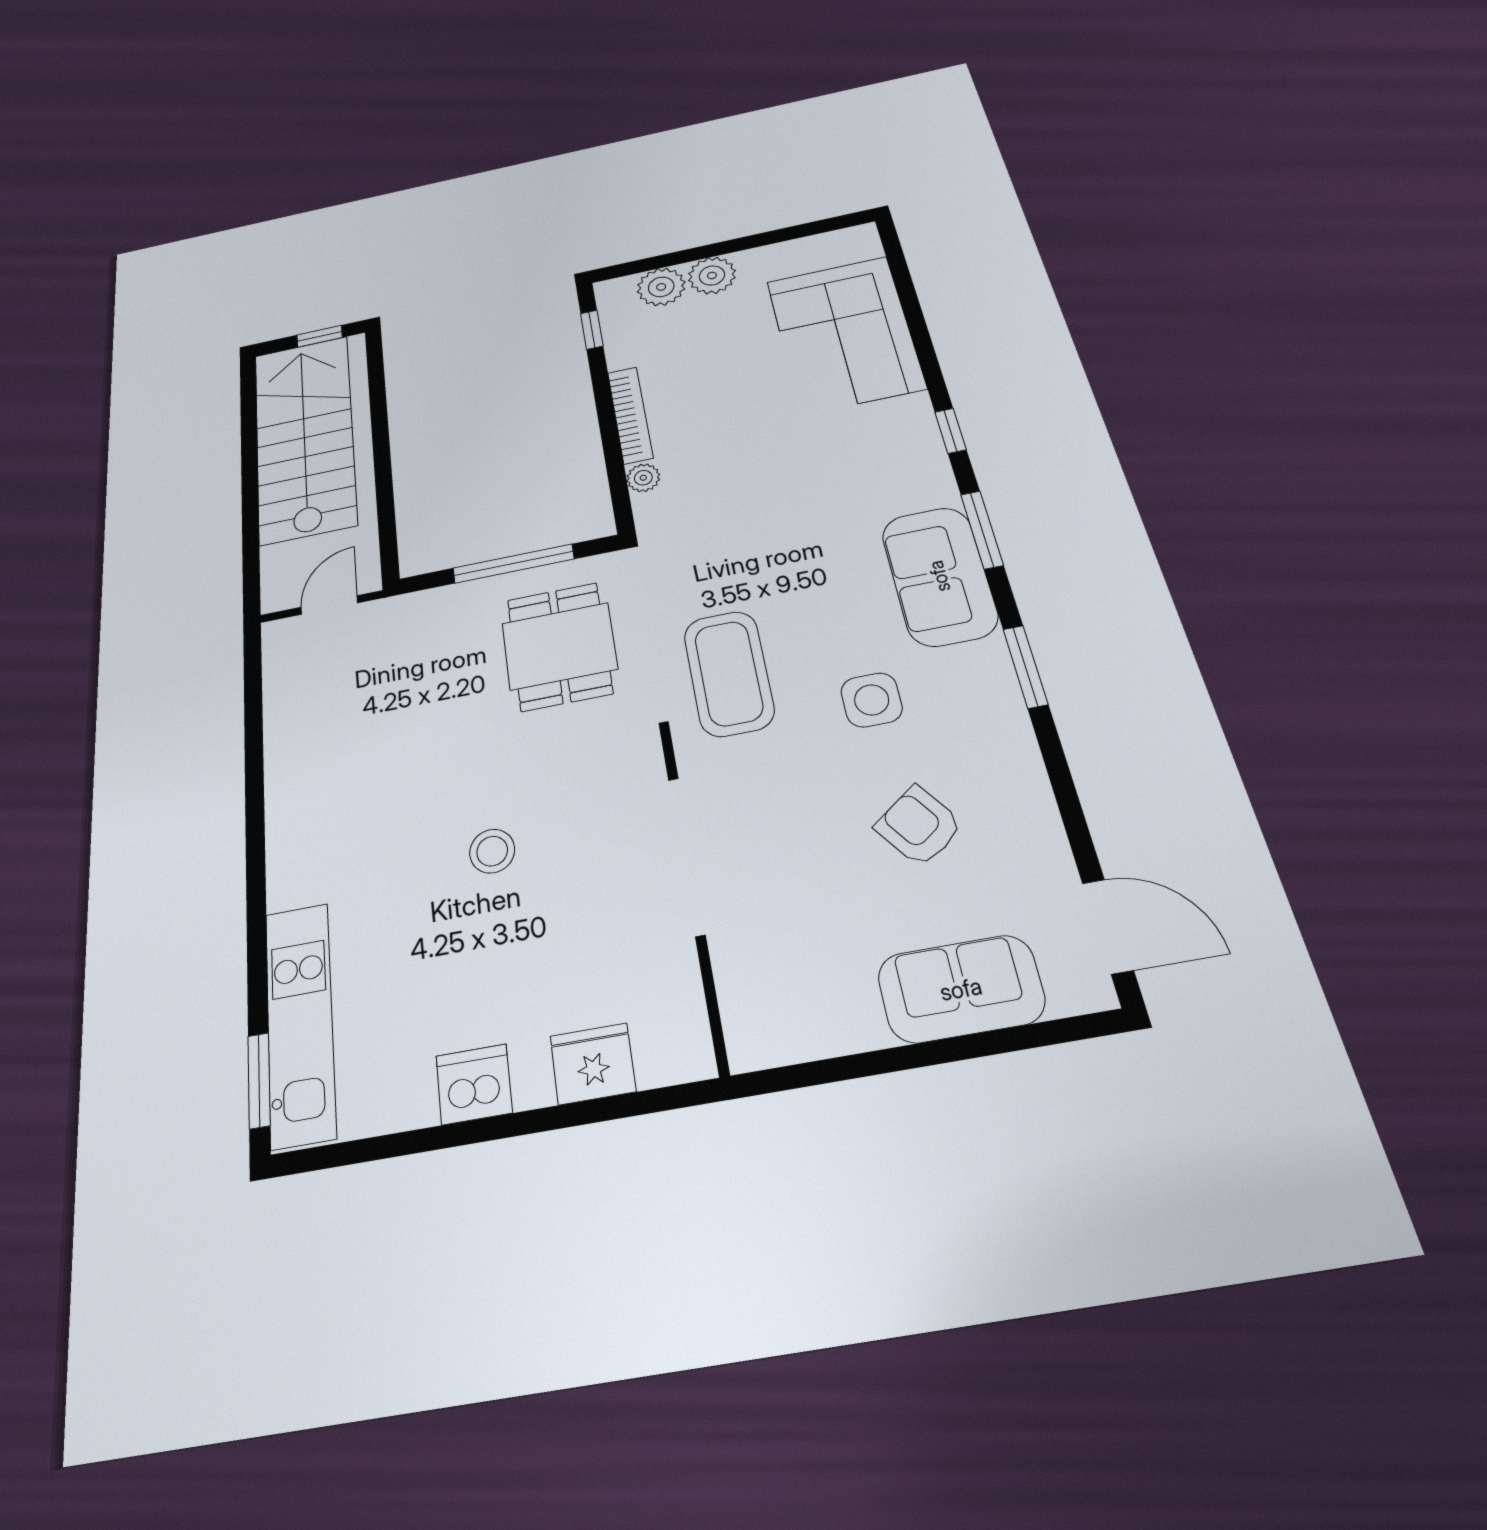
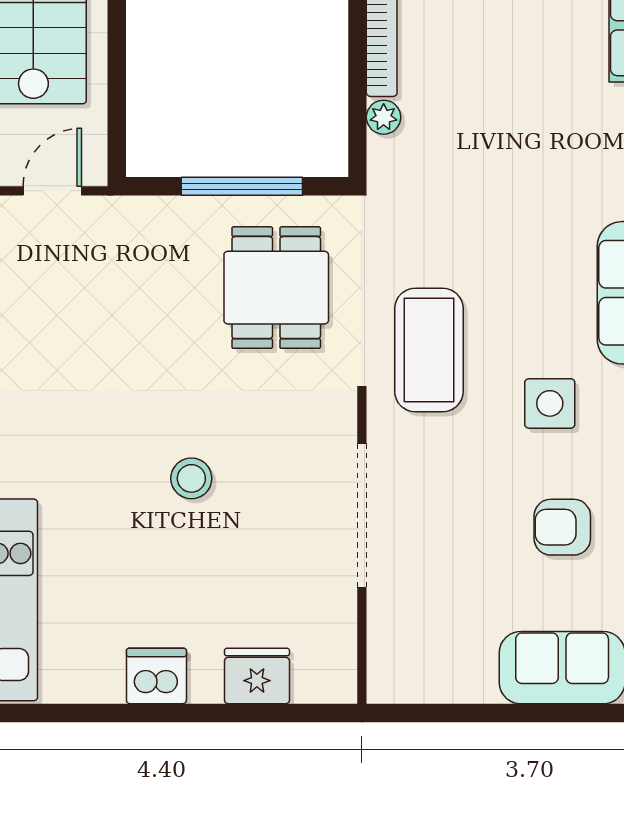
armchair: (919, 826) -> (562, 527), turned -54

